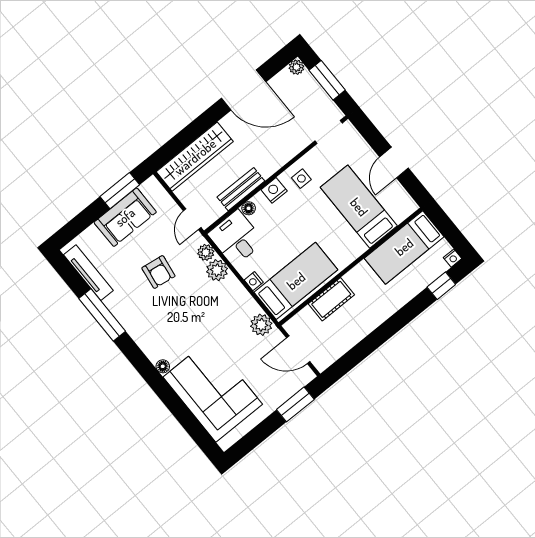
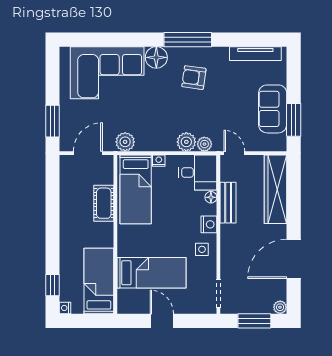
armchair: (158, 272) -> (194, 78), moved
window: (102, 315) -> (188, 40), moved
floor lamp: (163, 366) -> (156, 57), width x1.89, depth x1.89

